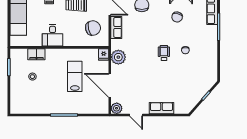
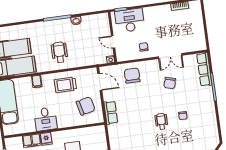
row of seats: (116, 27) -> (111, 113), moved
fridge: (104, 55) -> (46, 139), moved
plant: (118, 57) -> (116, 132), removed

